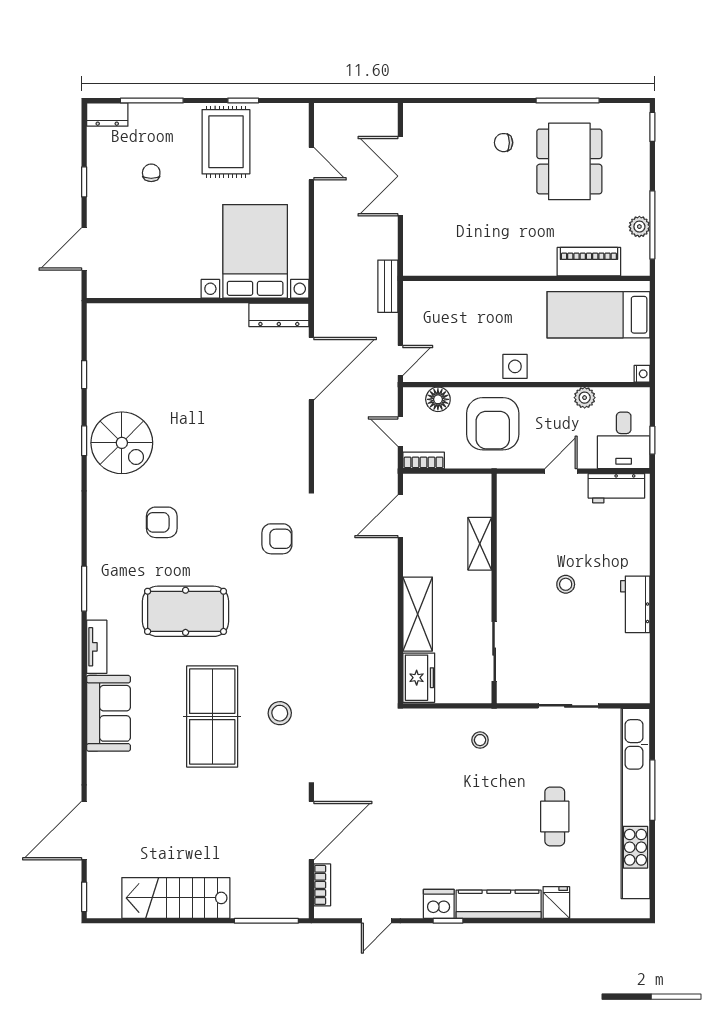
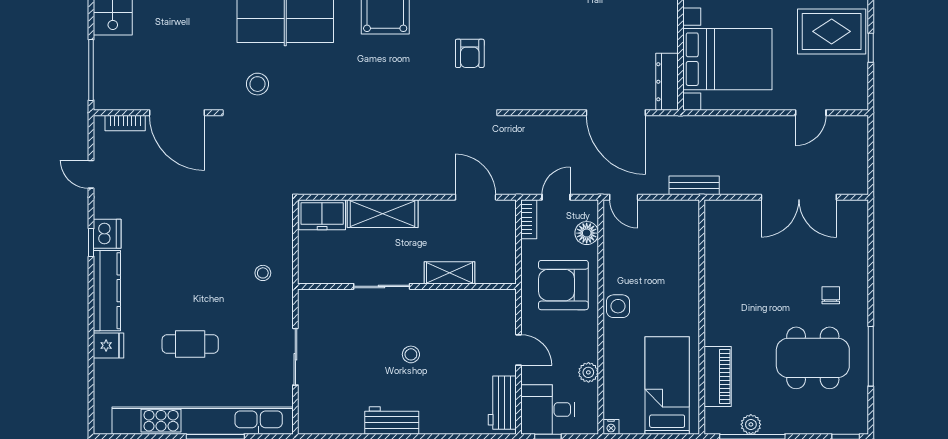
double door: (400, 176) -> (799, 197), swing flipped
armchair: (277, 539) -> (470, 53), moved
sliding door: (494, 652) -> (382, 286), moved
stool: (280, 713) -> (257, 84), moved

